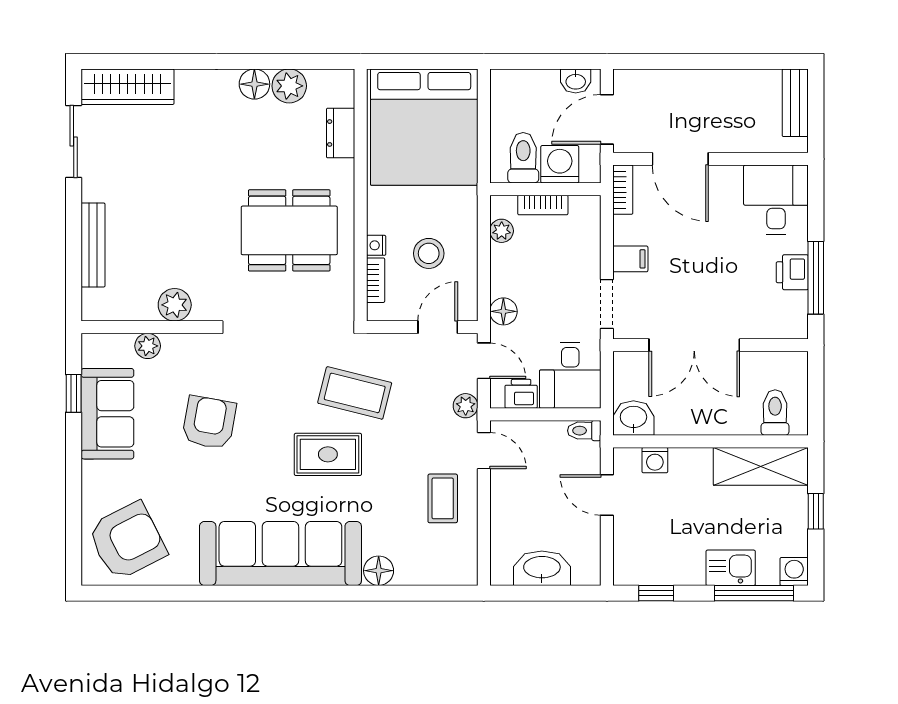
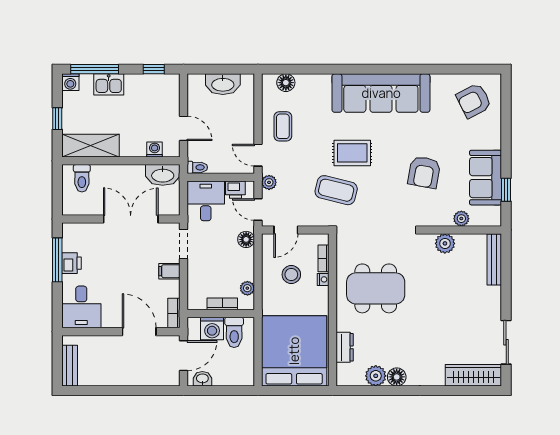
bench: (93, 245) -> (494, 260), moved
washbasin: (633, 418) -> (163, 175), width x1.38
armchair: (127, 541) -> (474, 101), width x0.73, depth x0.73
floor lamp: (379, 571) -> (286, 83), moved

